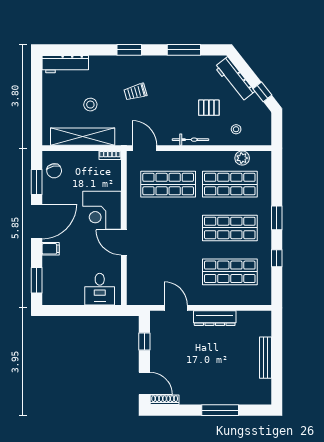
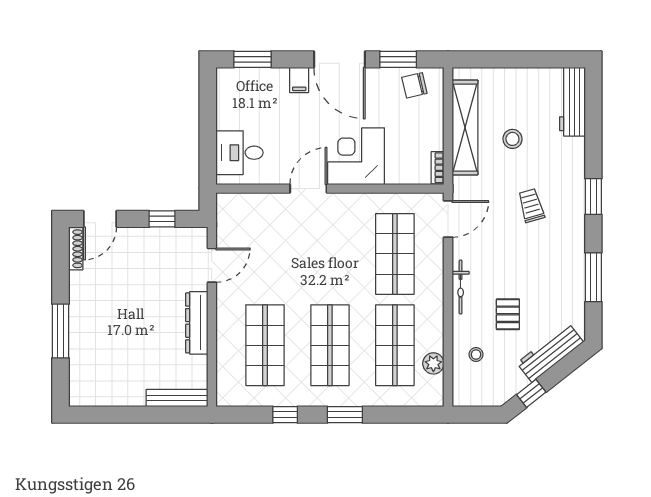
bench: (265, 358) -> (177, 398), moved

